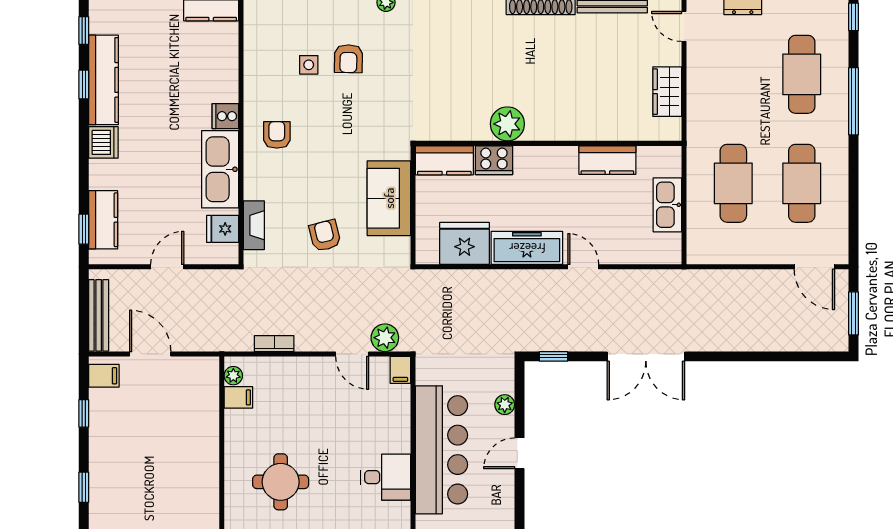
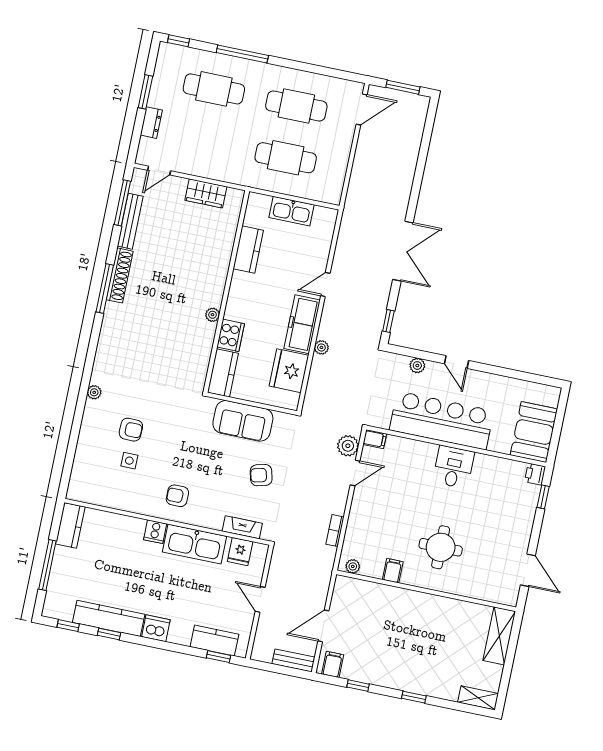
plant: (507, 124) -> (212, 315), width x0.53, depth x0.53
plant: (502, 278) -> (321, 347), added
bench: (99, 315) -> (293, 660), width x0.73
filing cabinet: (238, 397) -> (393, 571), moved

